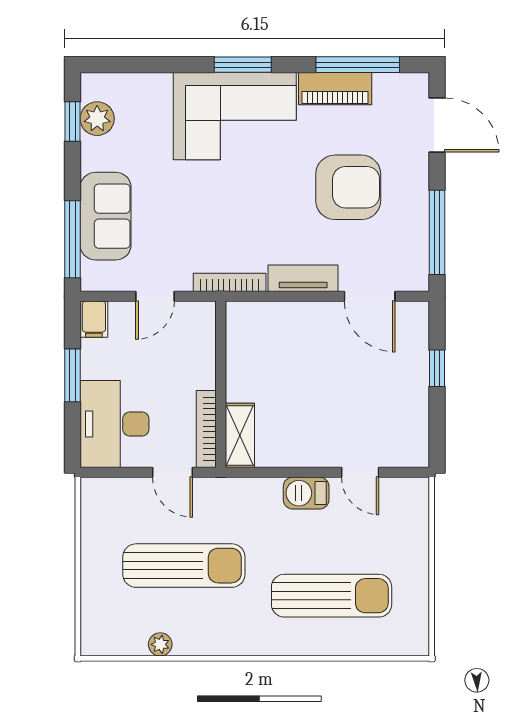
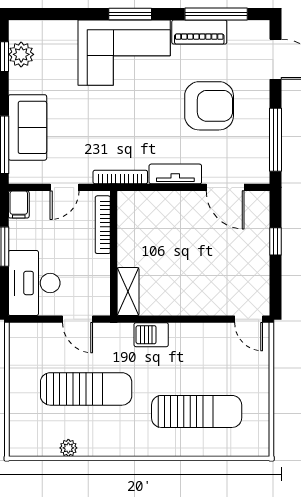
bookcase: (206, 429) -> (103, 225), moved
door: (360, 472) -> (249, 319), moved
barbecue: (306, 493) -> (151, 335), moved

